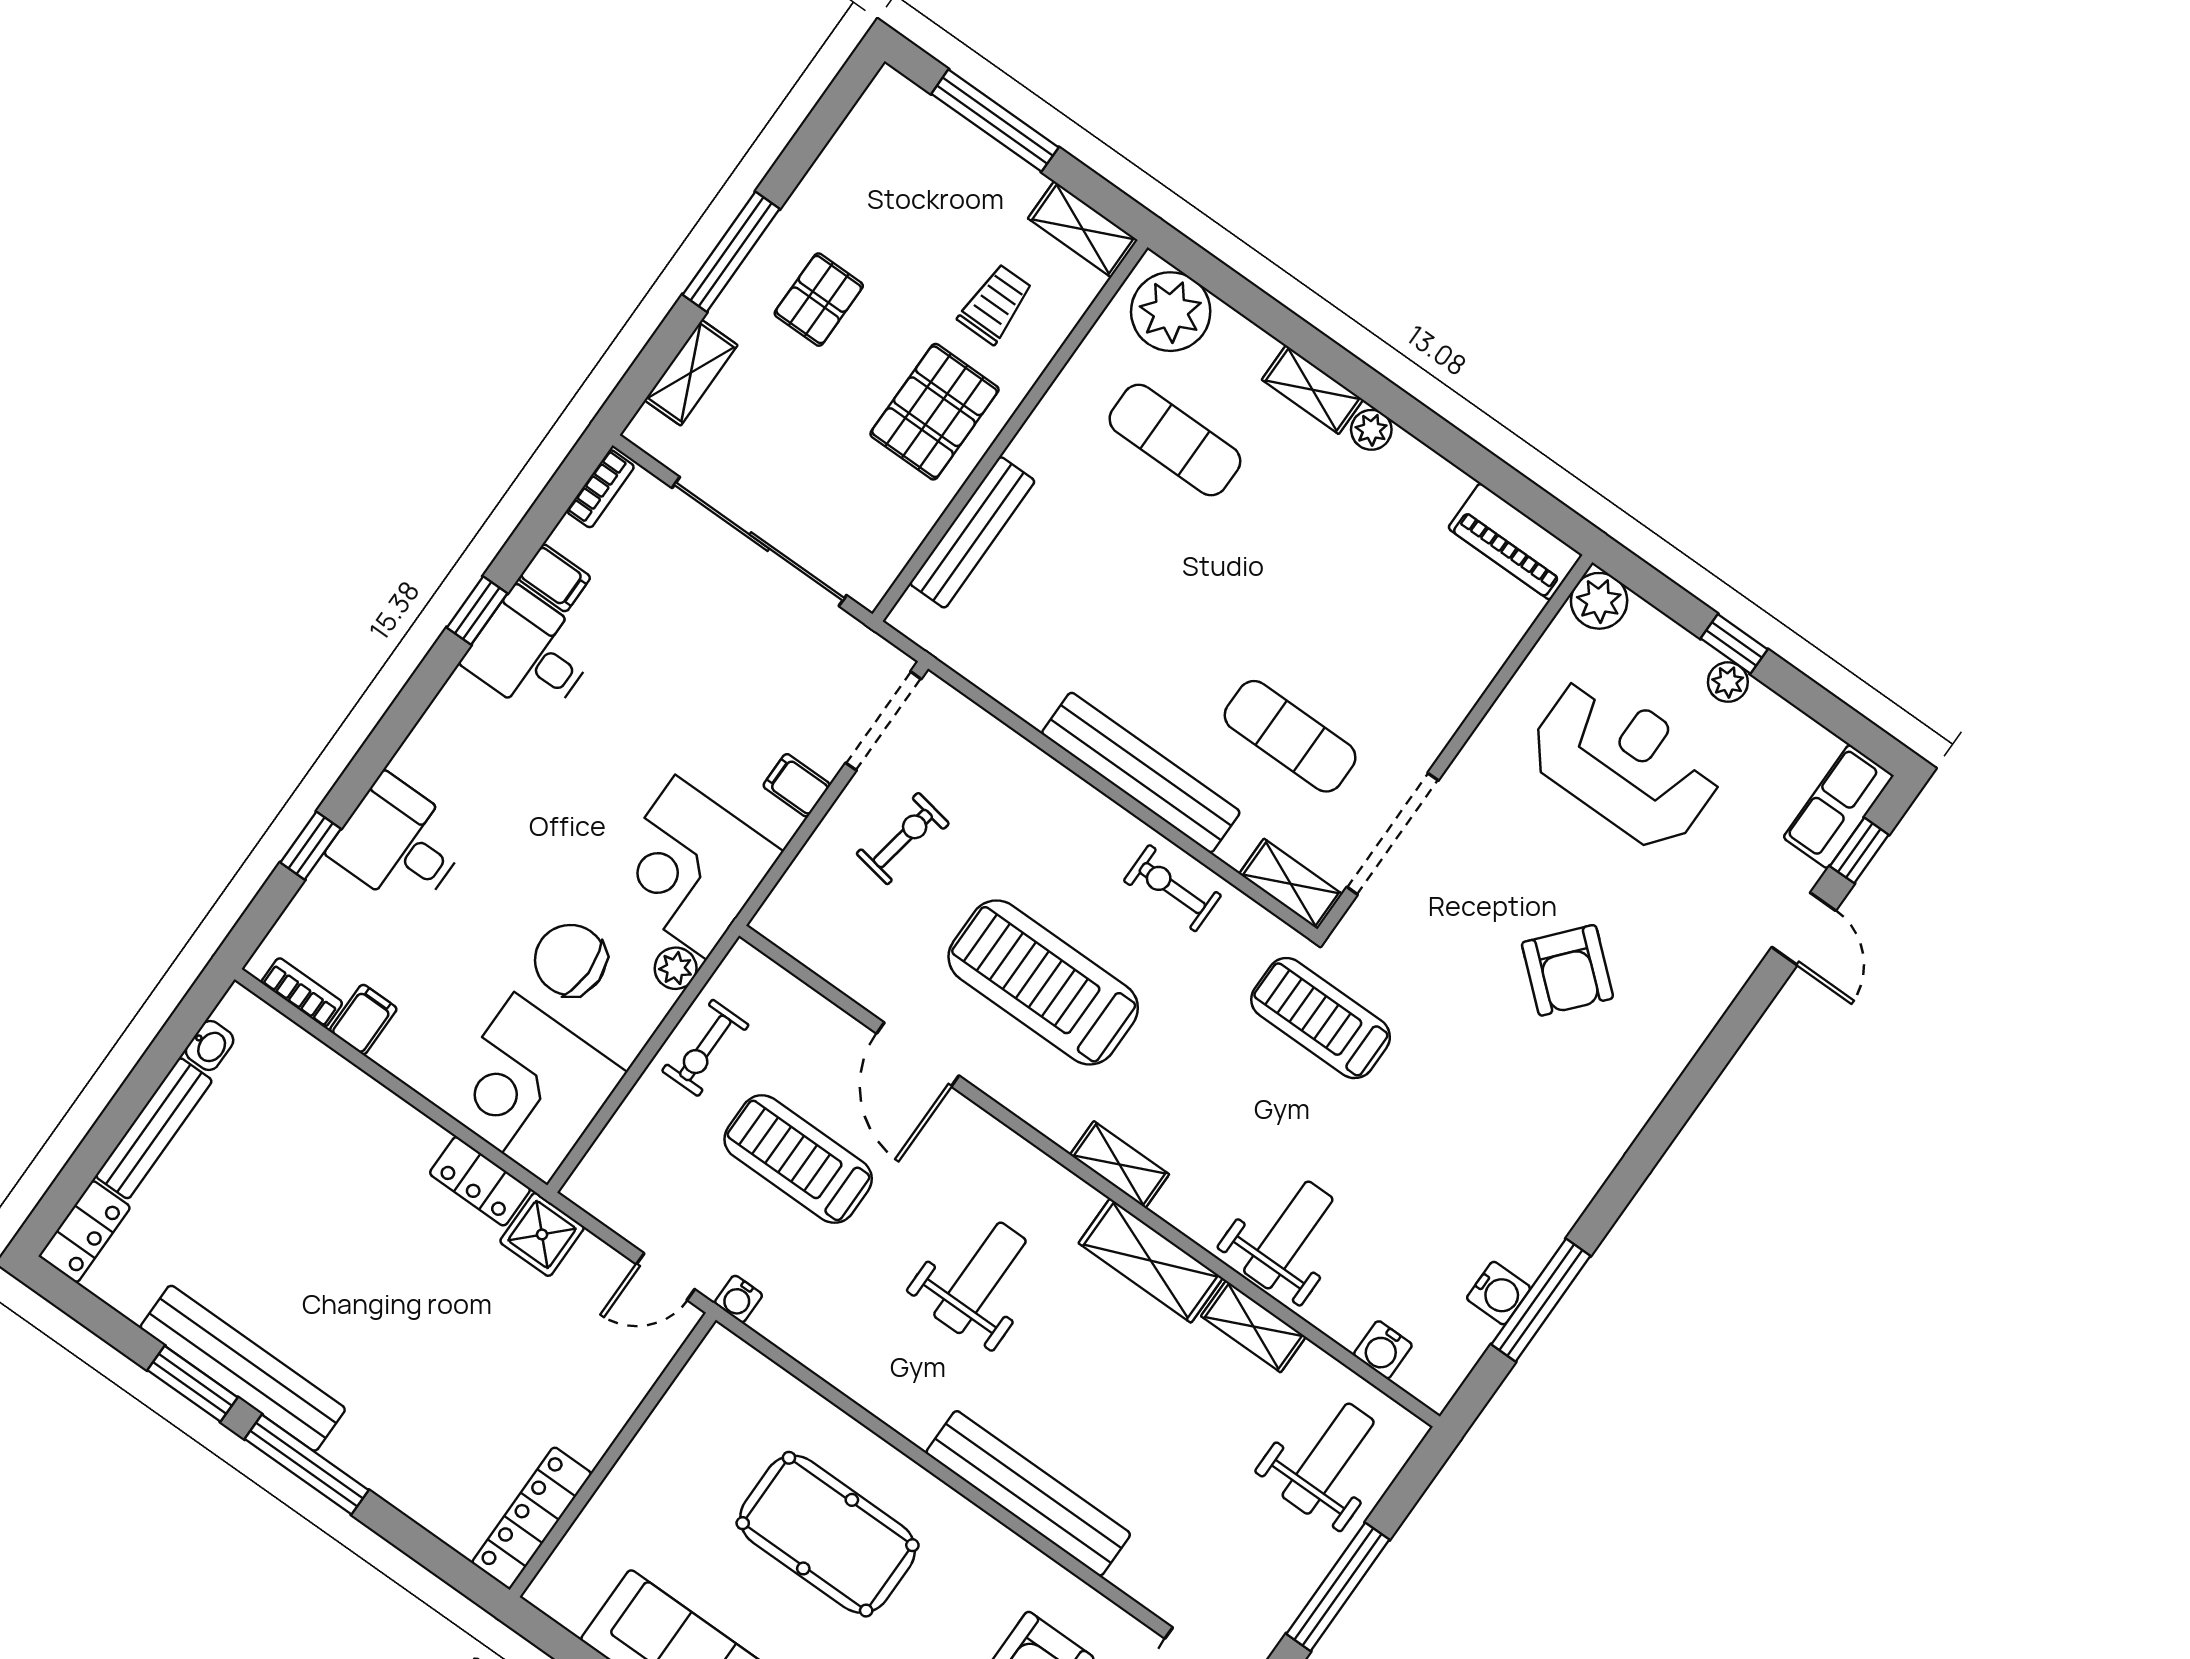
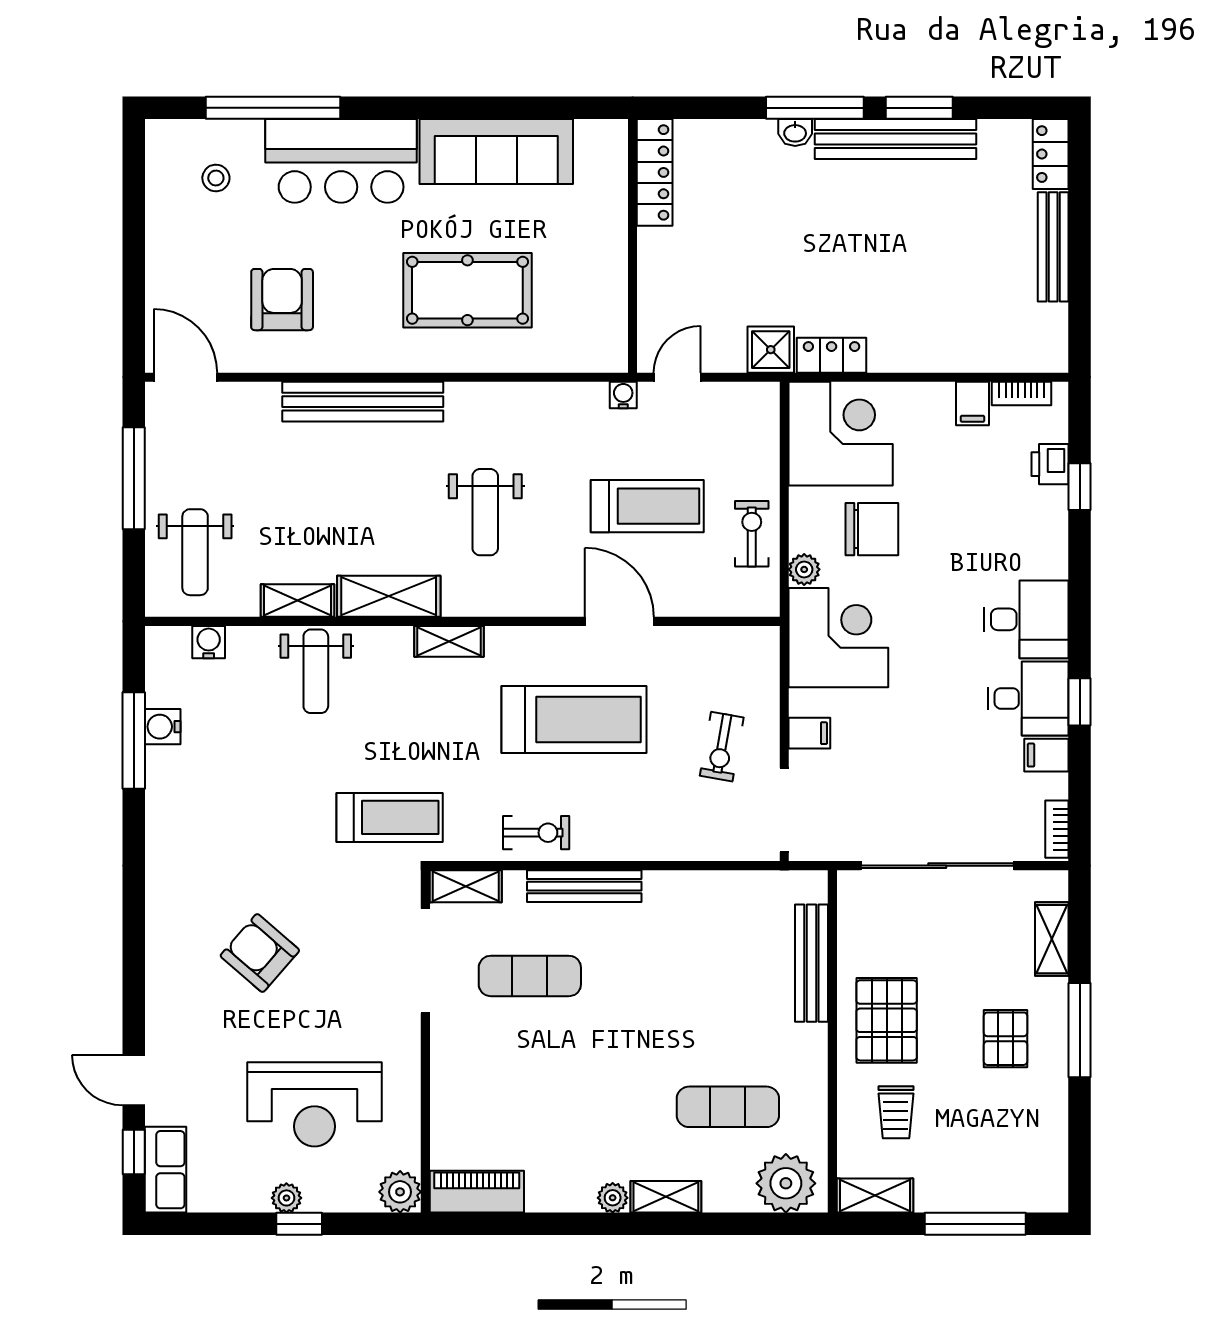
bench: (1141, 773) -> (584, 886), width x0.73, depth x0.82
desk: (399, 844) -> (1026, 619), moved
printer: (325, 893) -> (1050, 464), added
washbasin: (210, 1046) -> (795, 133), moved, turned -90

